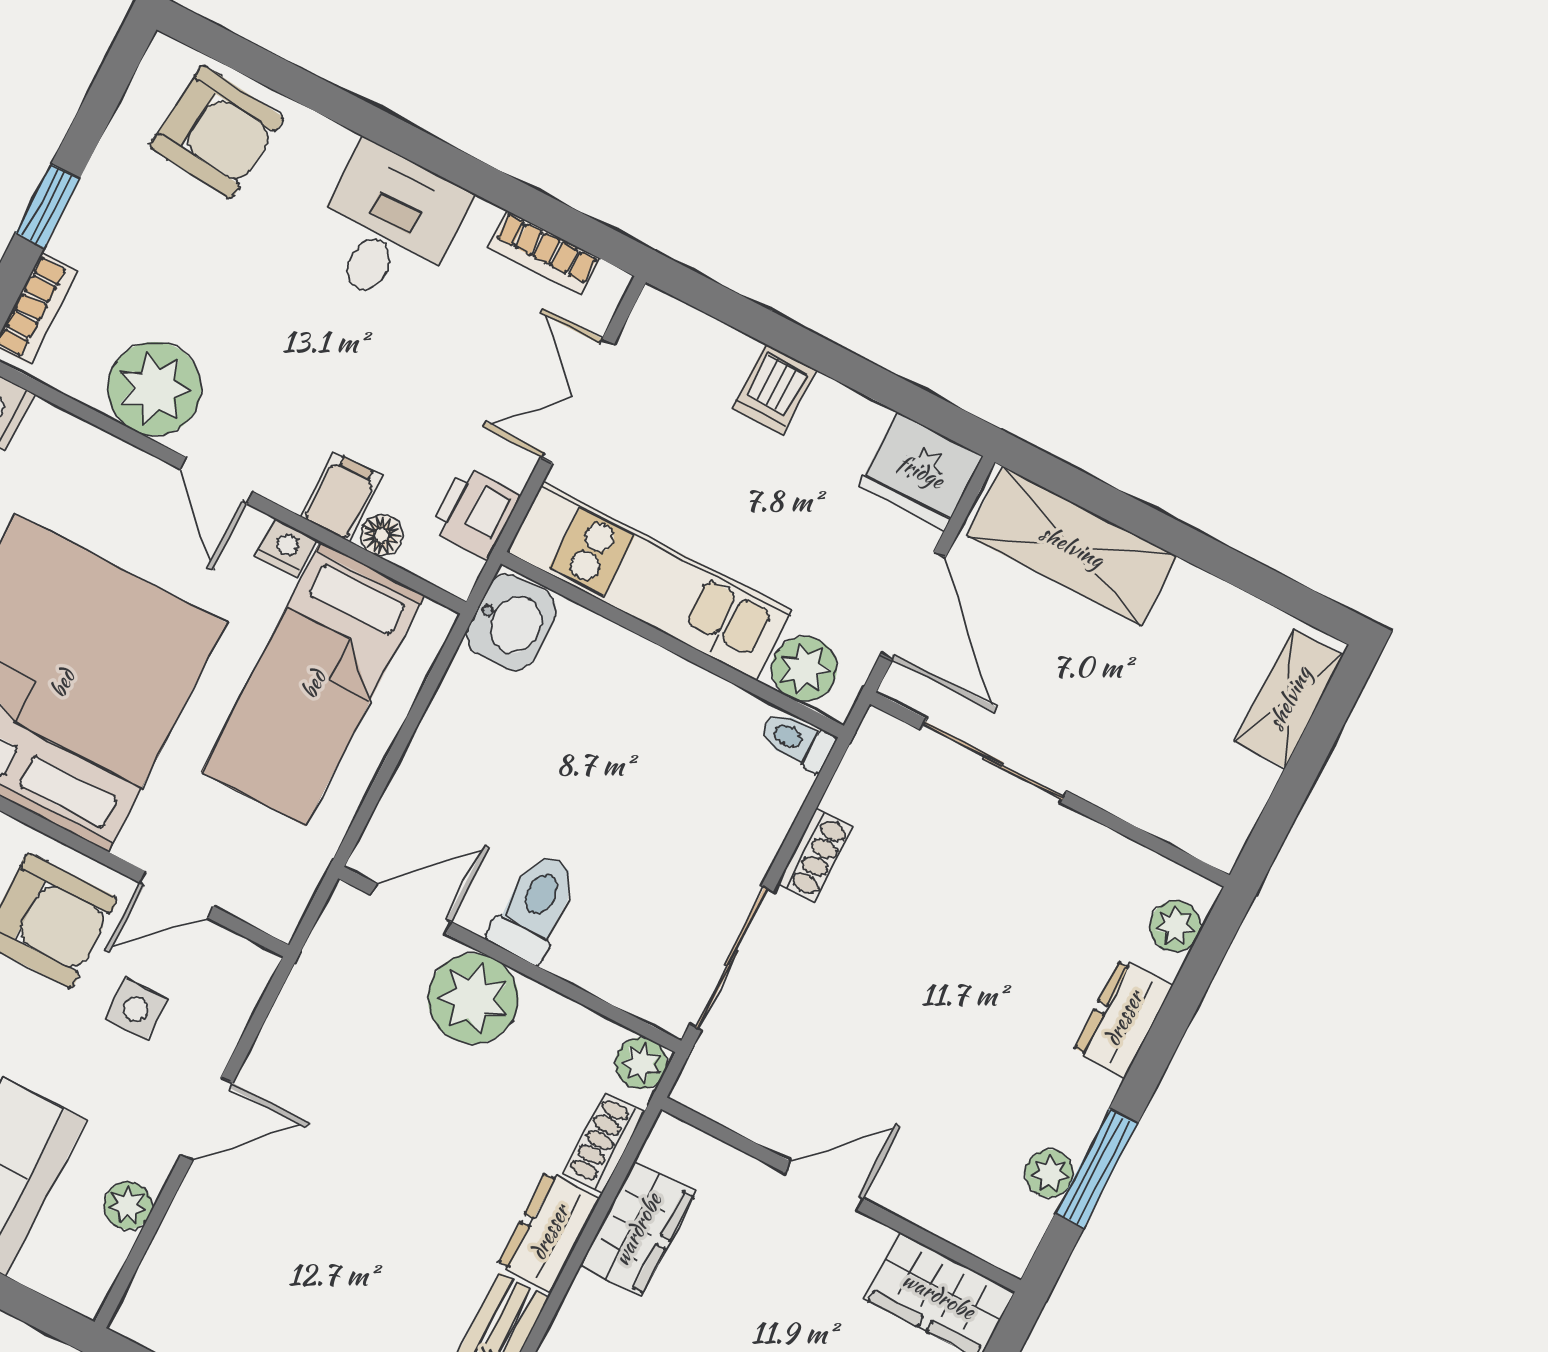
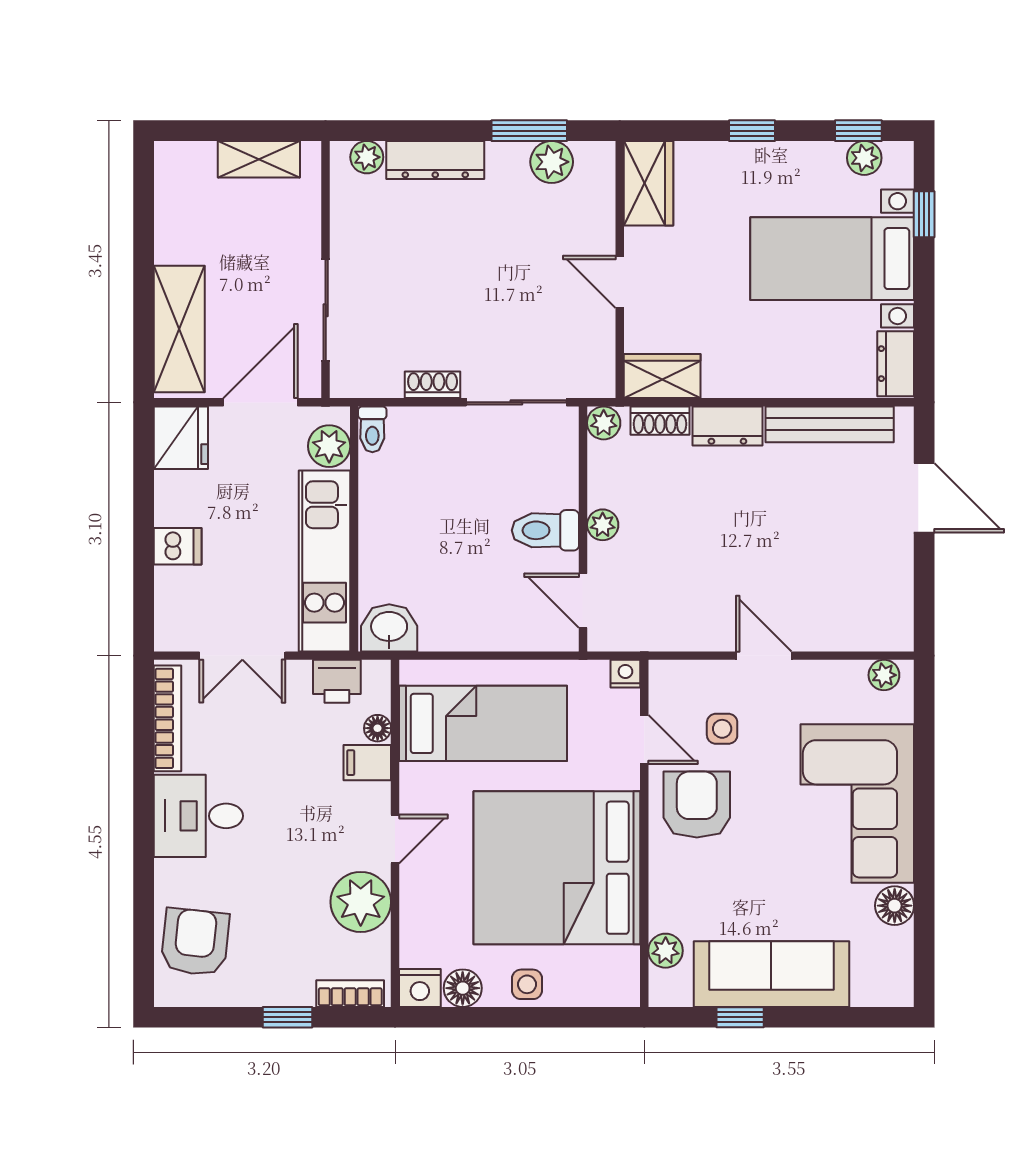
bookcase: (544, 253) -> (167, 718), width x1.56
nightstand: (286, 548) -> (625, 674), moved, turned 90
shelving: (1289, 698) -> (259, 159), moved
plant: (473, 999) -> (603, 525), width x0.53, depth x0.53
dresser: (1123, 1018) -> (435, 160), width x1.44
plant: (1049, 1173) -> (552, 162), width x1.38, depth x1.38
plant: (128, 1206) -> (884, 675), moved
wardrobe: (637, 1229) -> (662, 376), moved

